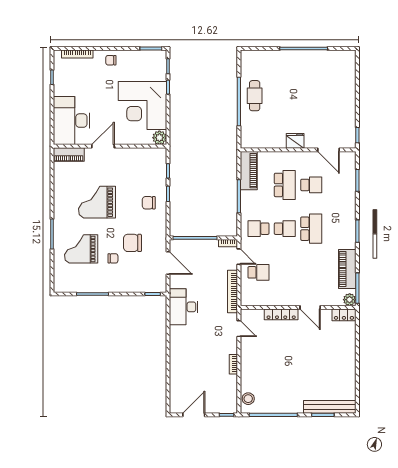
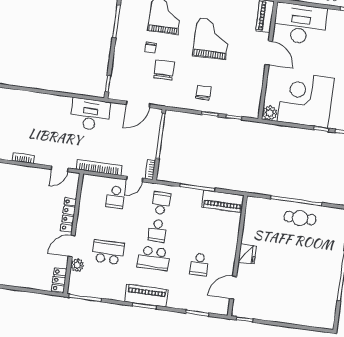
school desk: (285, 185) -> (108, 252), moved, turned 180
piano: (347, 269) -> (147, 296), moved
plant: (350, 300) -> (77, 265), moved

